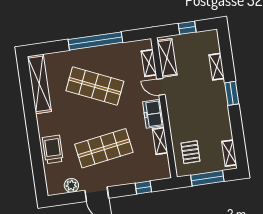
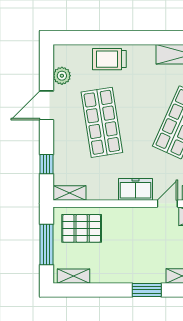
shelving: (160, 141) -> (69, 193), moved
trolley: (53, 149) -> (109, 59), turned 180
pallet: (190, 152) -> (82, 228), width x1.50, depth x1.42

